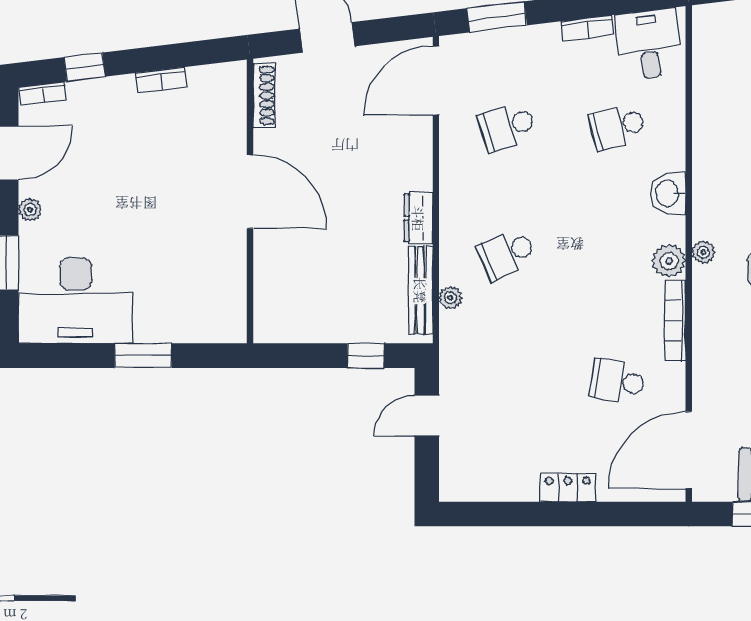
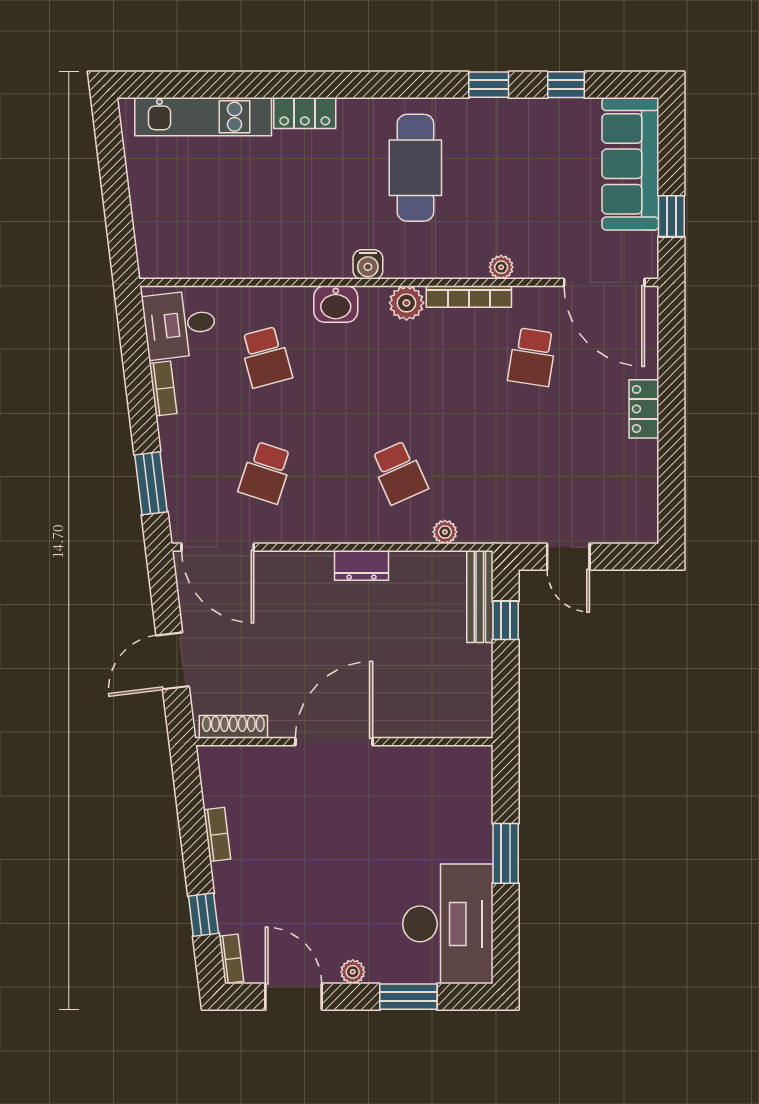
school desk: (507, 127) -> (266, 473), turned 36
water cooler: (706, 224) -> (368, 264), added
plant: (703, 252) -> (501, 267), moved
bench: (420, 290) -> (480, 597), moved, turned 90

